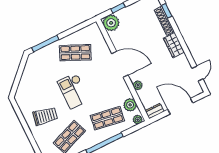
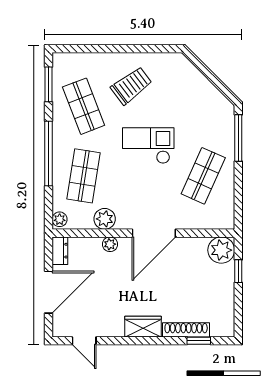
plant: (130, 105) -> (105, 219), moved
trolley: (45, 116) -> (131, 86), turned -138

